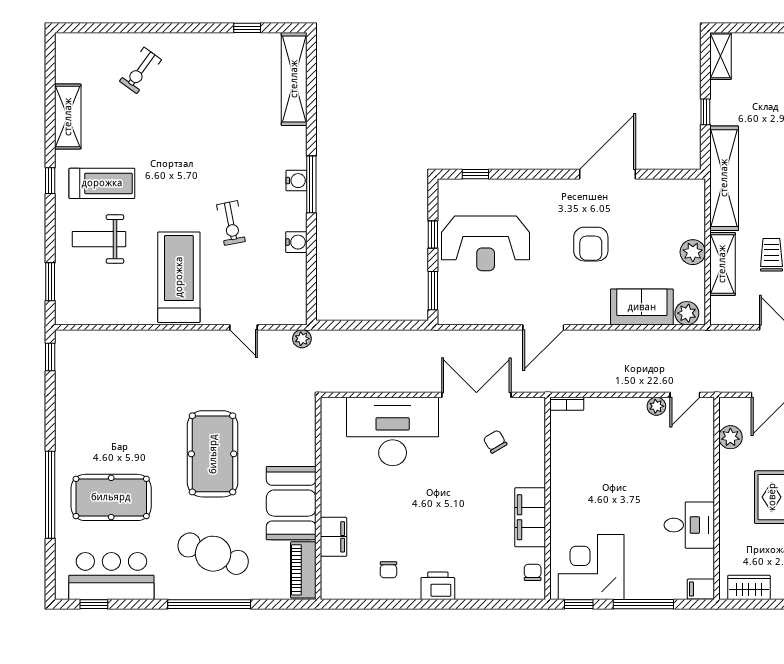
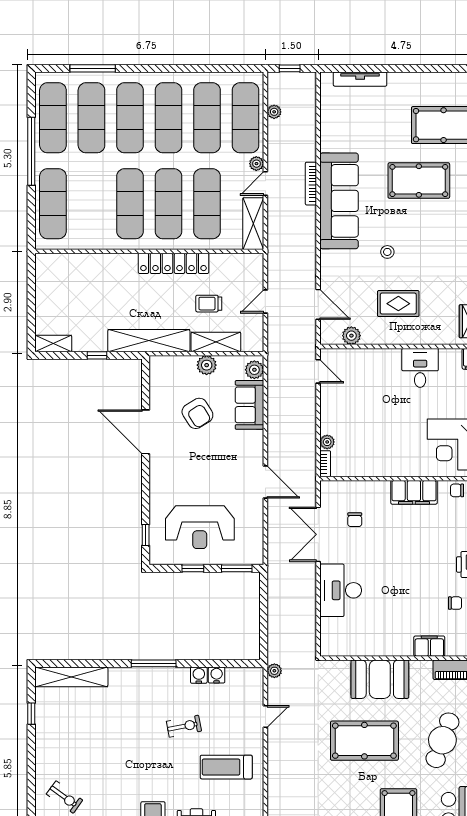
water cooler: (296, 181) -> (217, 675), moved
reception desk: (486, 243) -> (200, 527), turned 90
armchair: (591, 244) -> (197, 413), moved, turned 58
treadmill: (179, 277) -> (226, 767), width x0.73, depth x0.73
plant: (656, 406) -> (327, 442), moved
desk: (393, 431) -> (341, 590), width x0.73, depth x0.77
chair: (495, 442) -> (355, 520), turned -59
booth: (291, 503) -> (380, 679), moved

